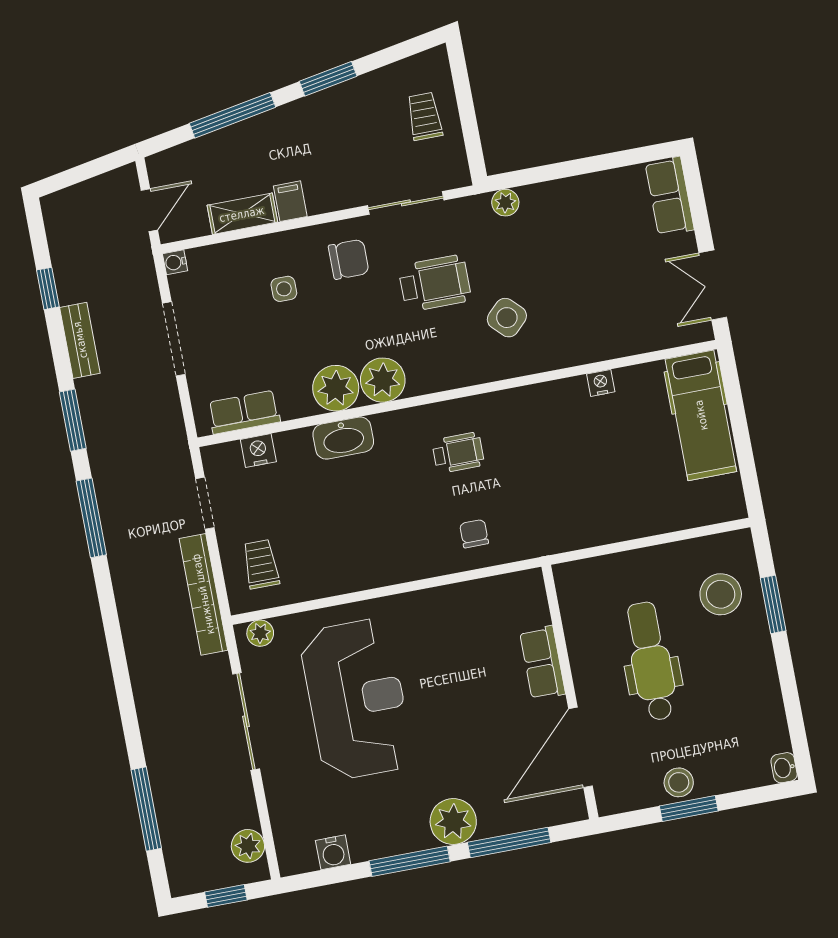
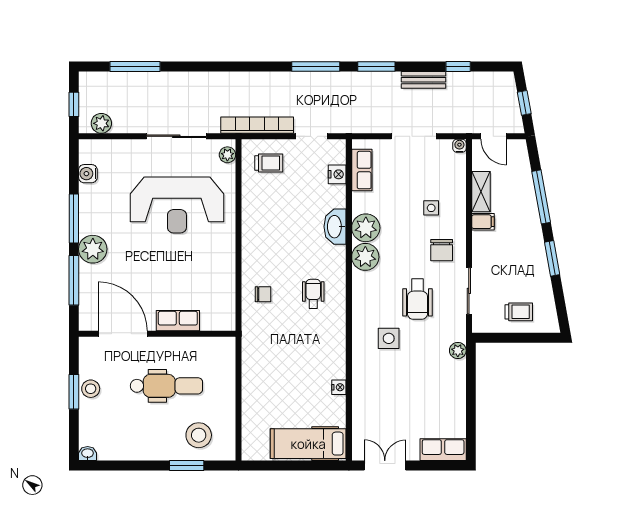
window: (86, 171) -> (524, 103), added
side table: (507, 318) -> (389, 338), turned 45
wheelchair: (458, 453) -> (313, 294), turned 180

